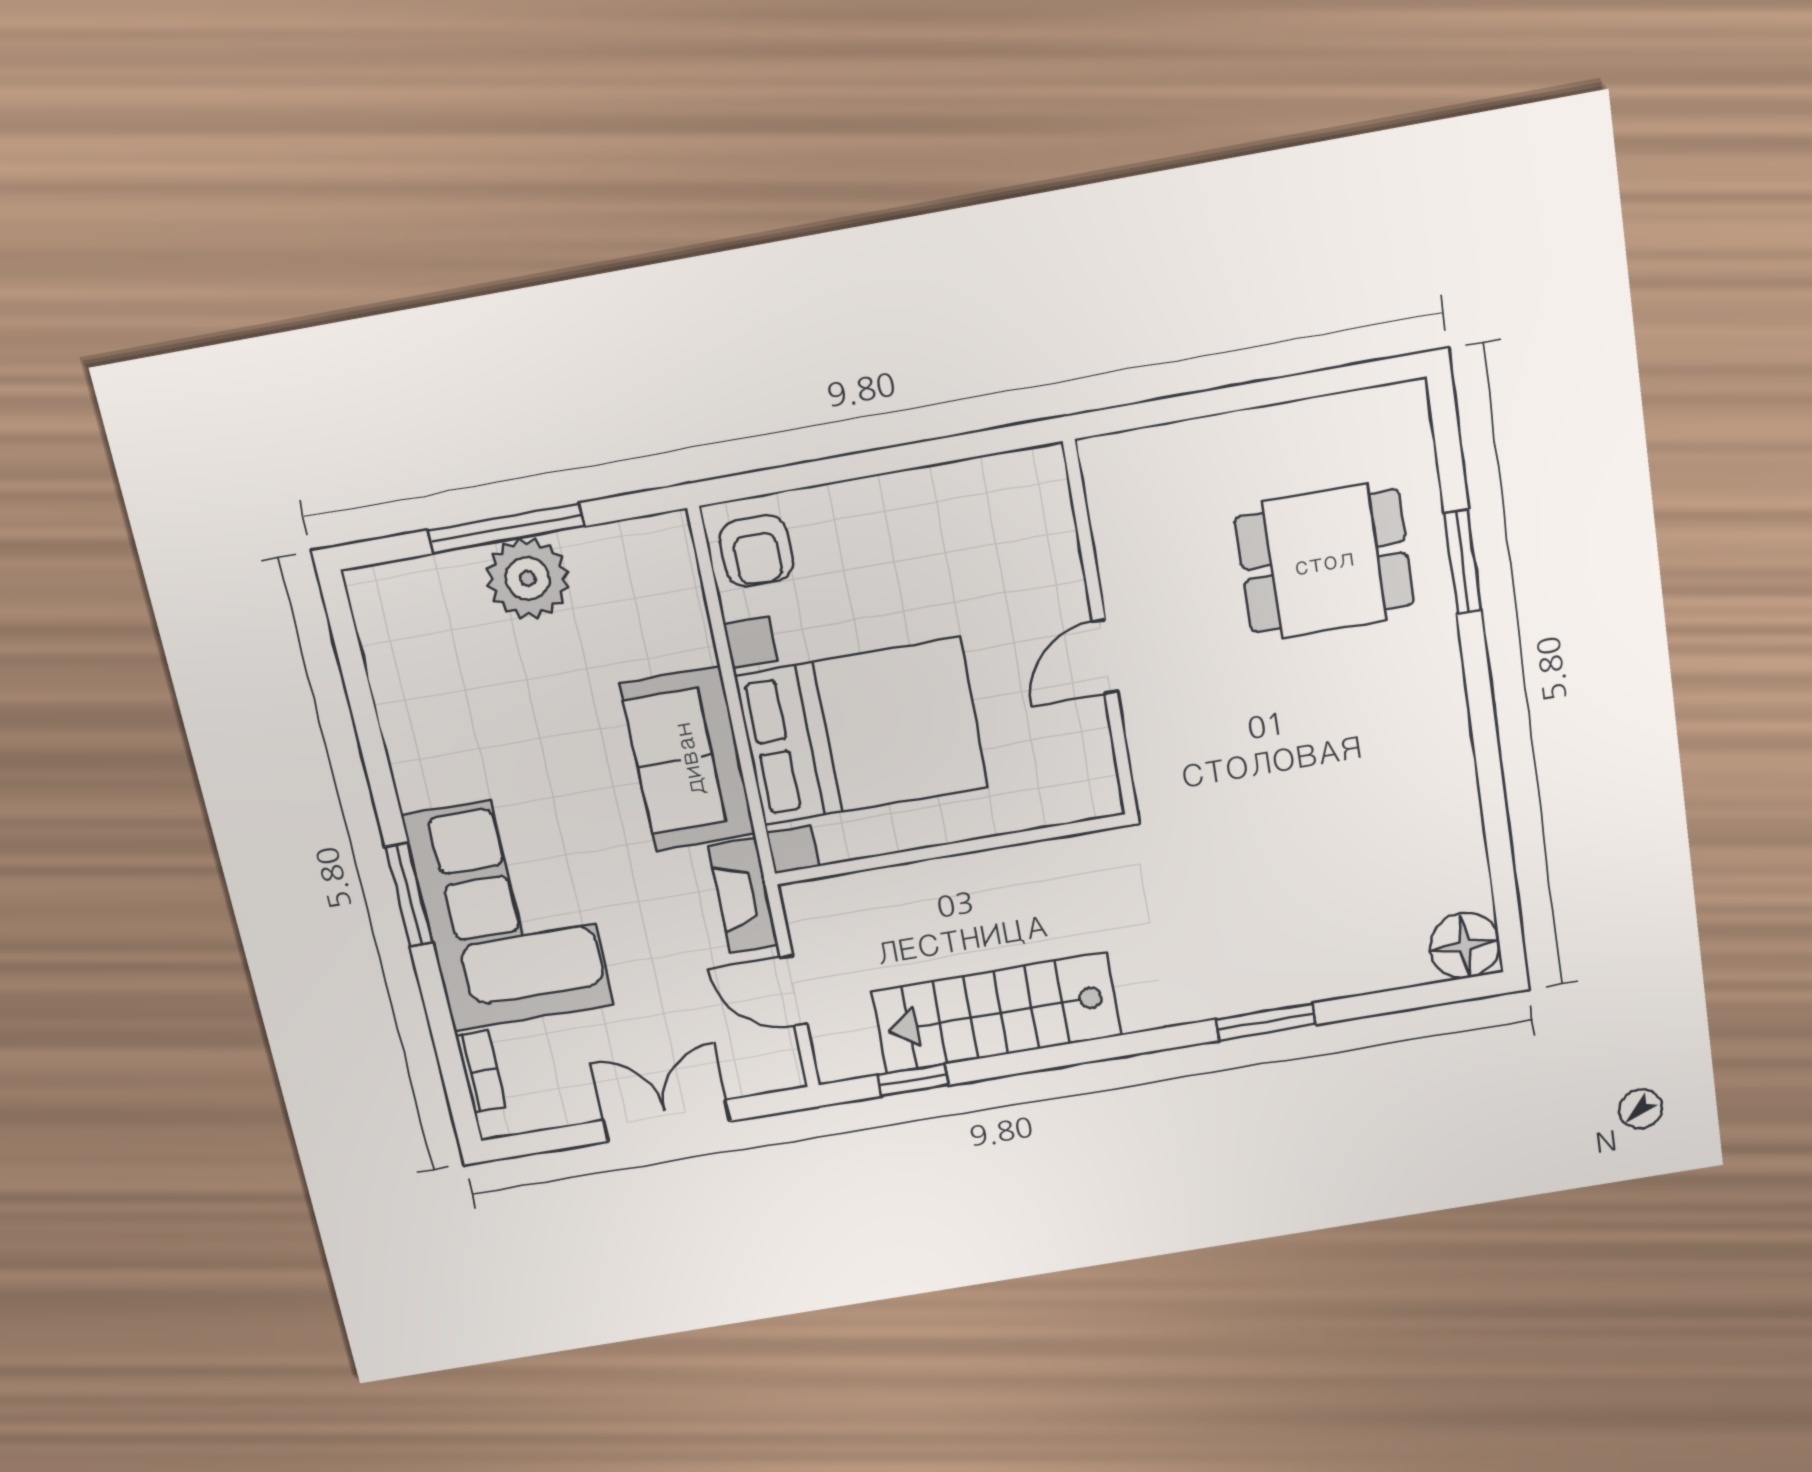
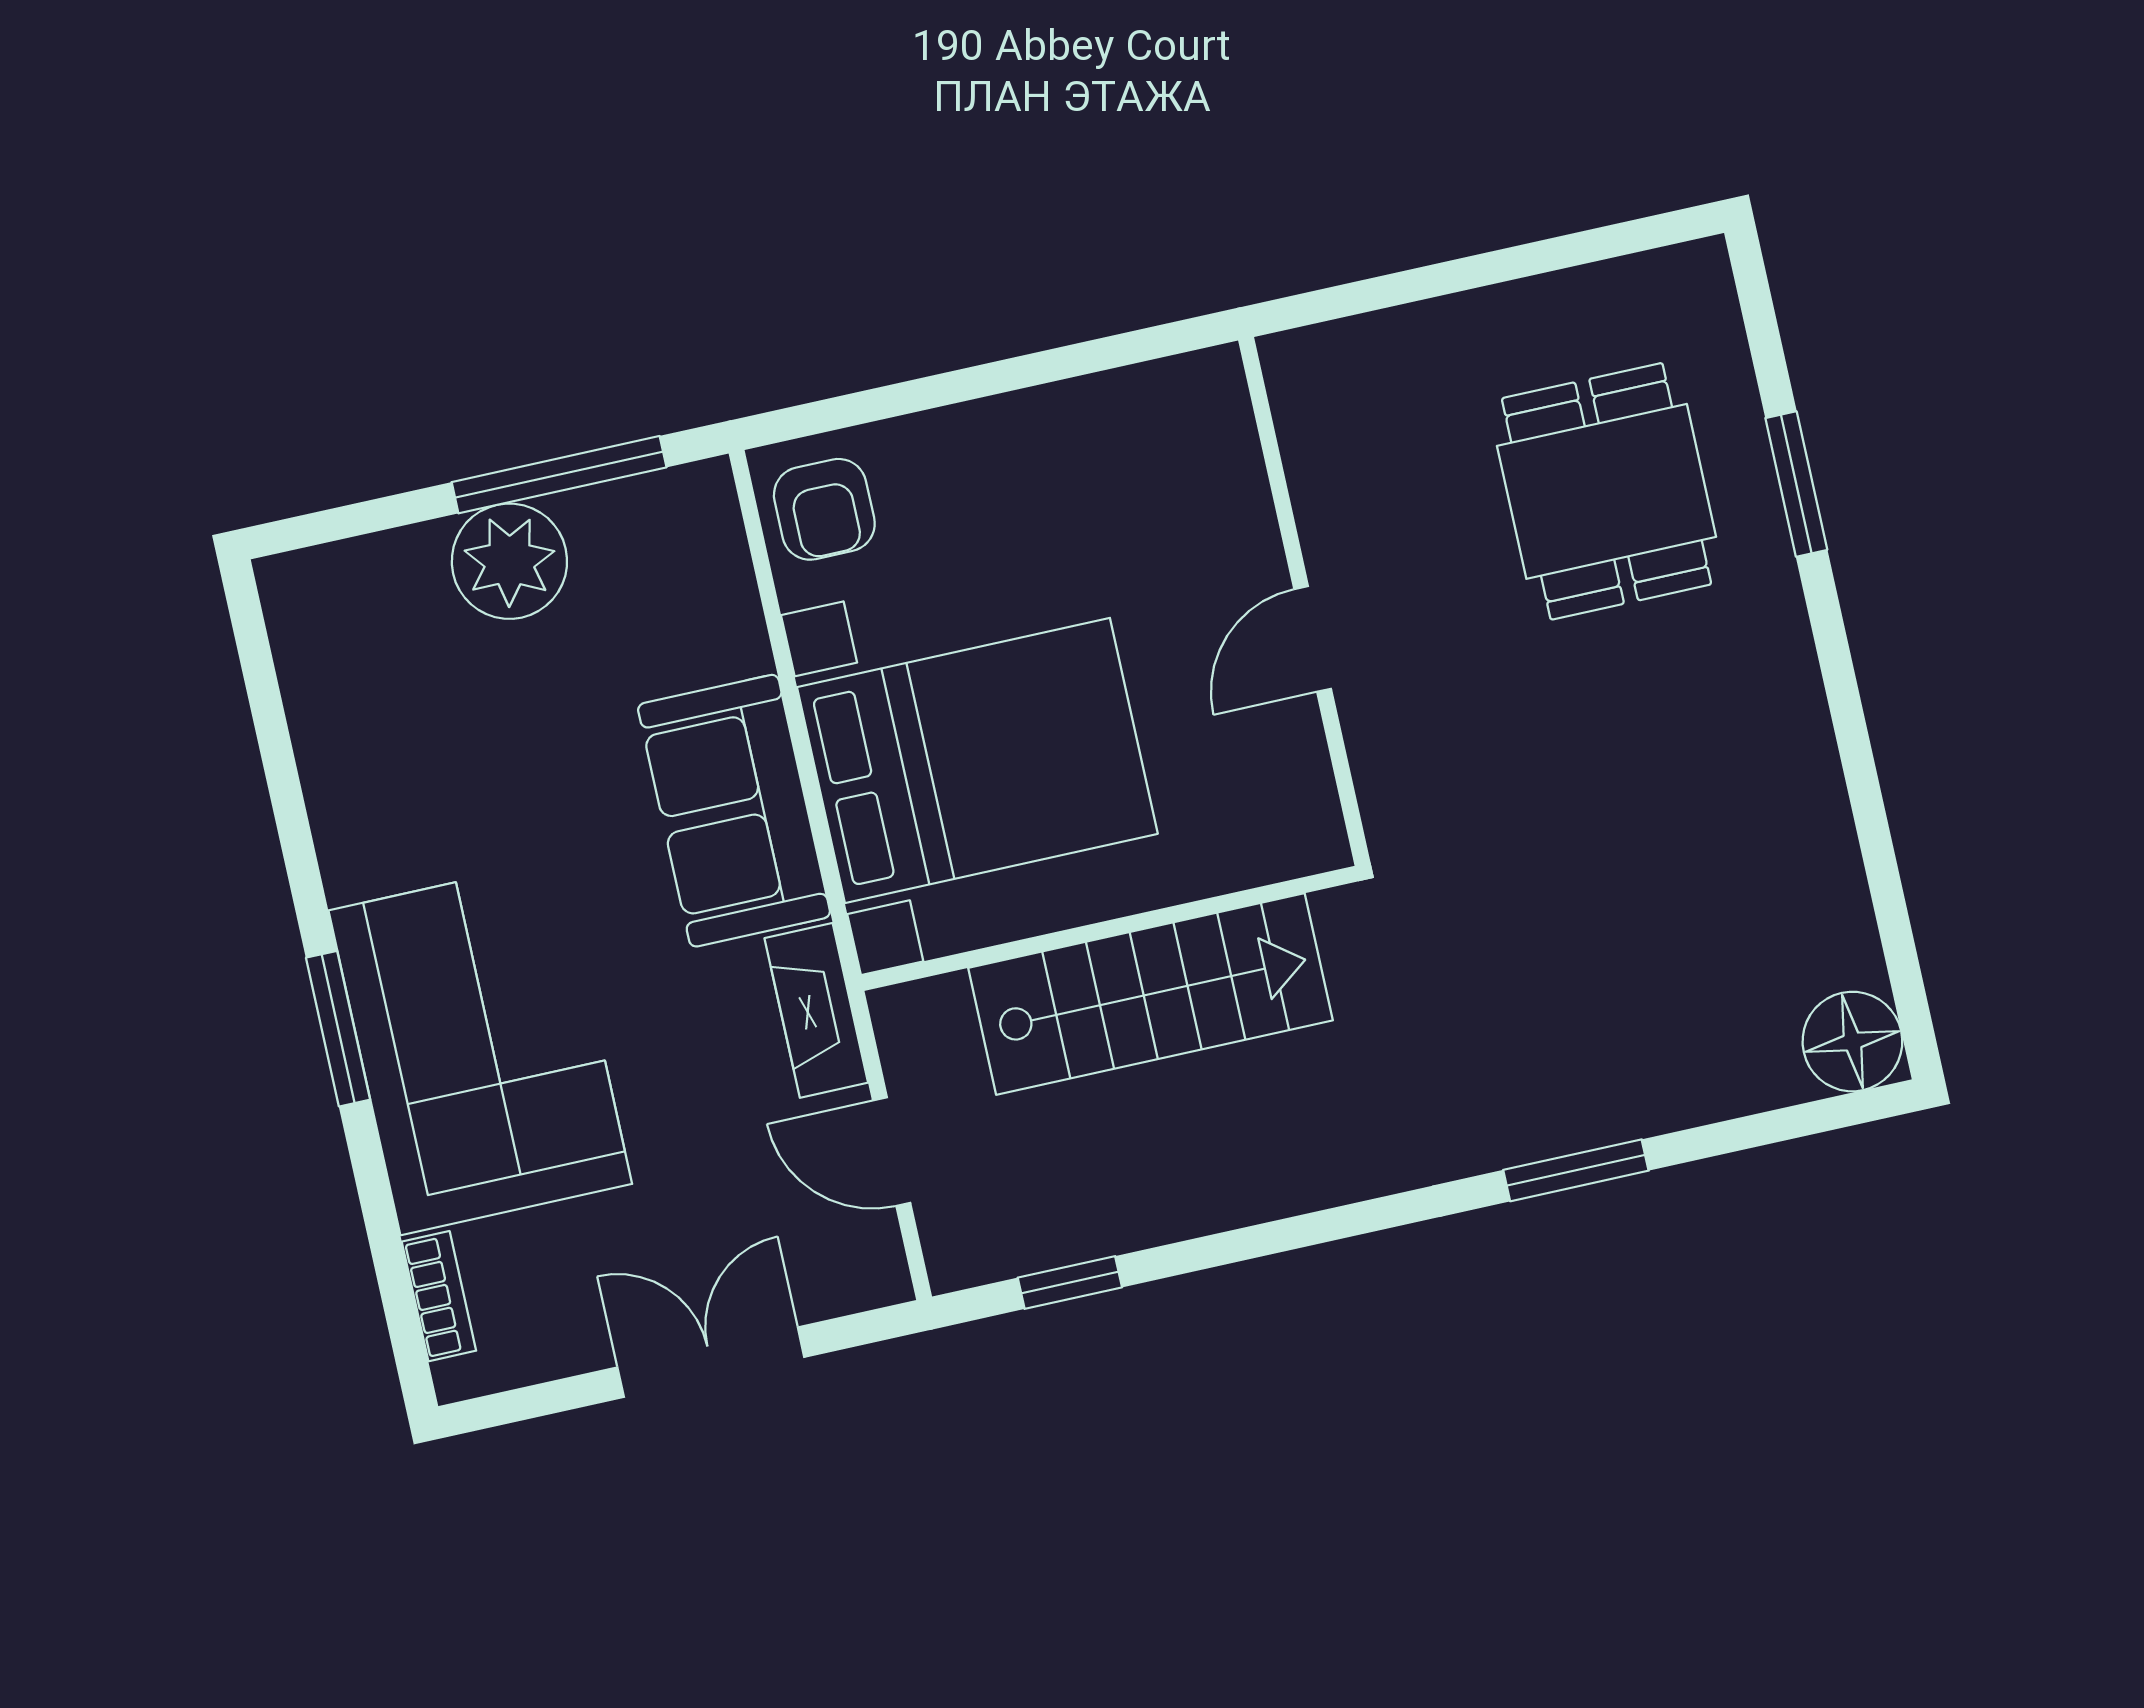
window: (506, 528) -> (559, 475), moved
dining table: (1324, 561) -> (1607, 491), turned 90
stairs: (996, 1013) -> (1150, 994), moved, turned 180

